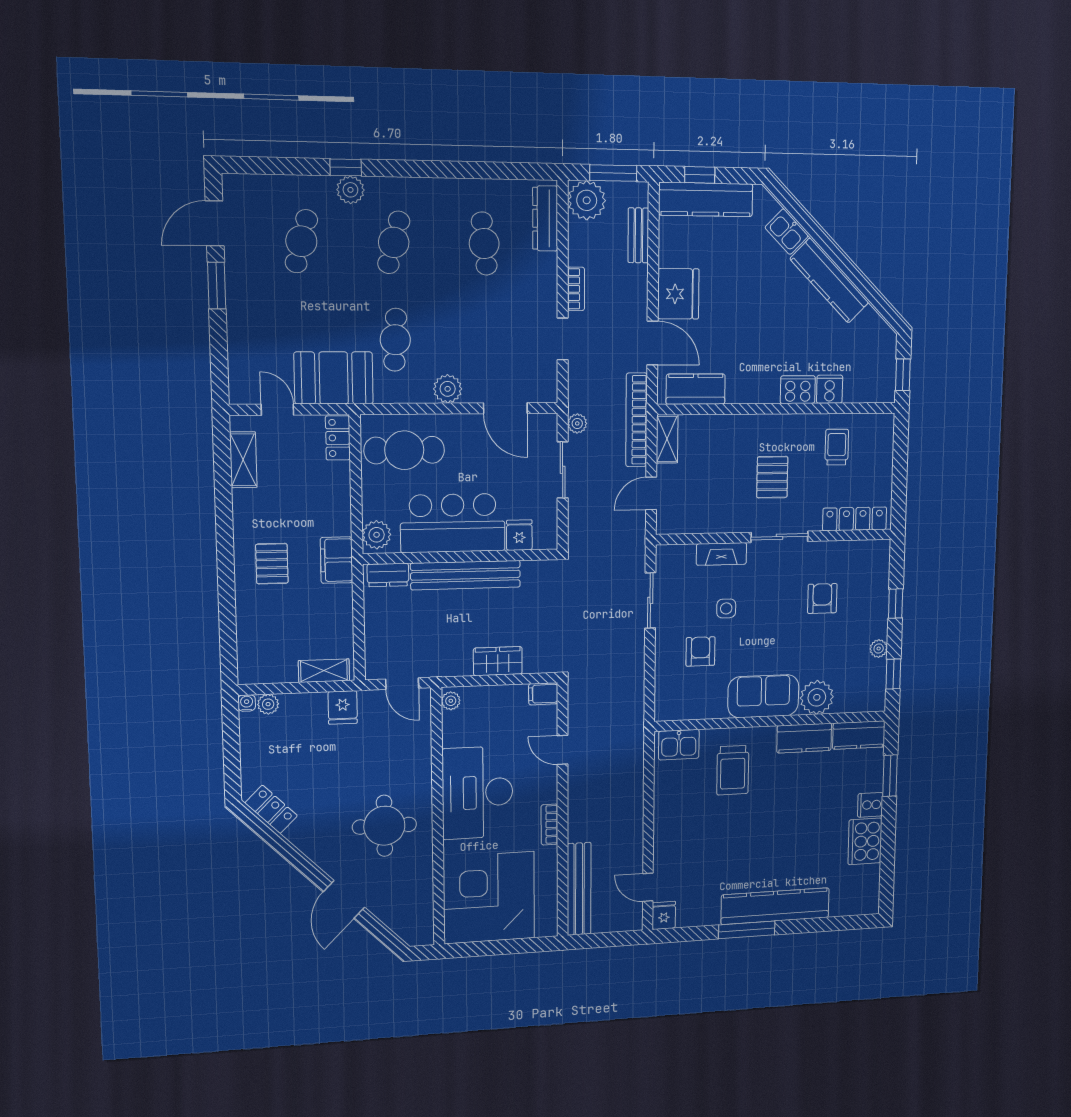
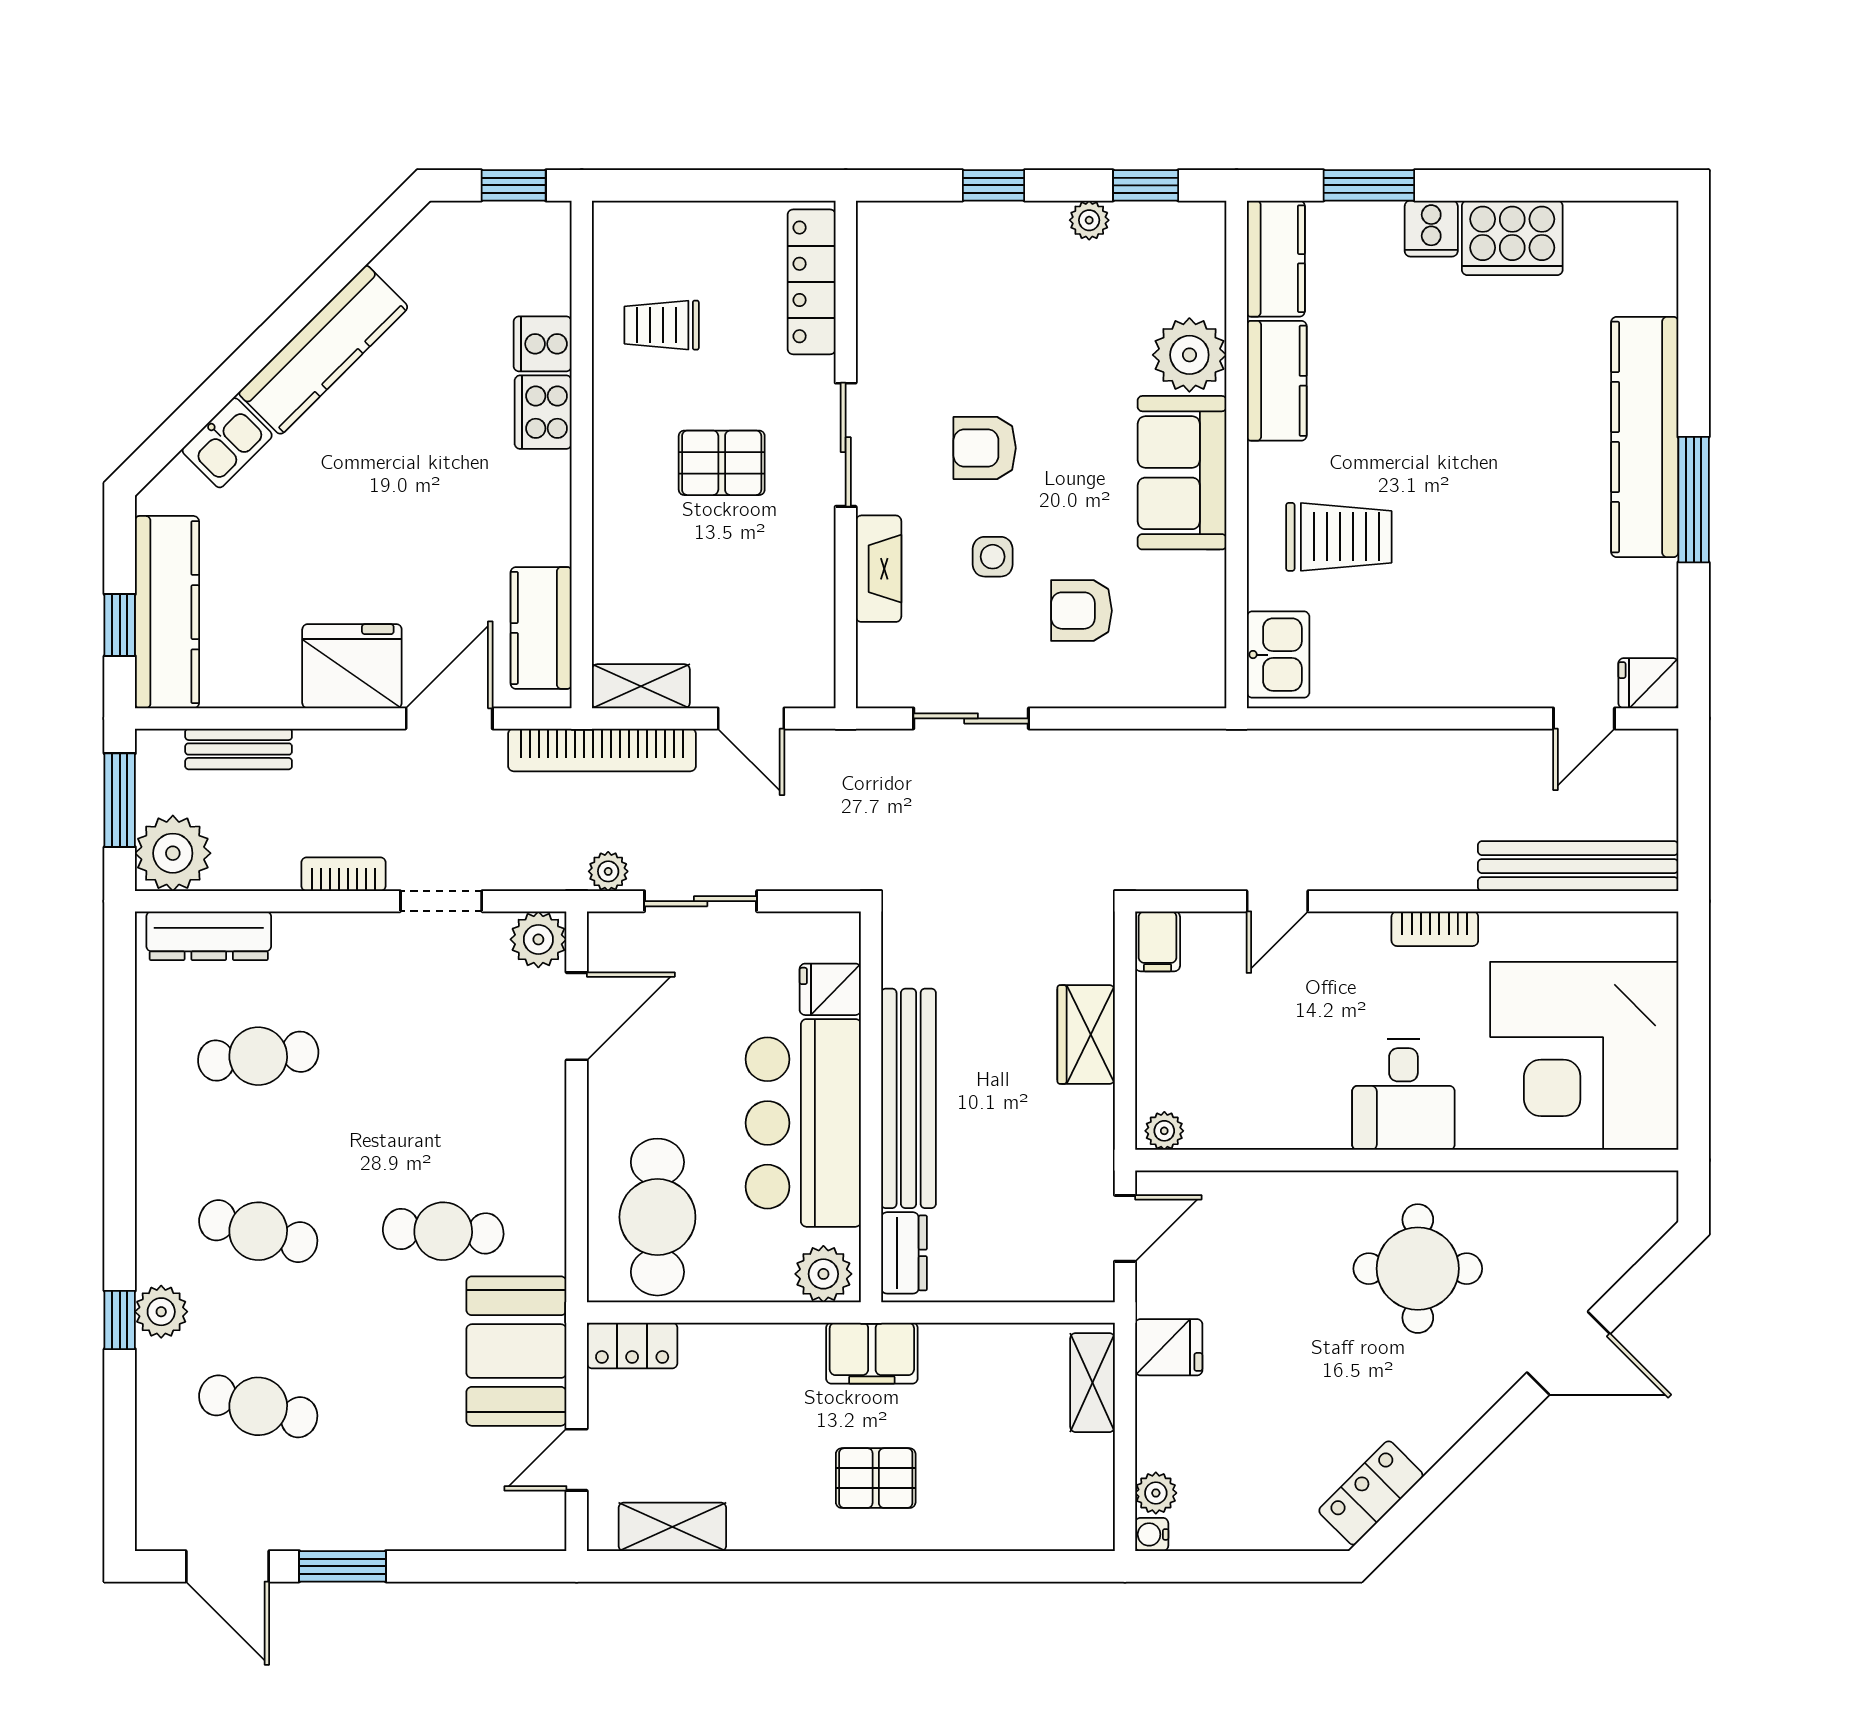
plant: (448, 389) -> (538, 939), moved
armchair: (822, 598) -> (985, 448), moved
desk: (477, 793) -> (1403, 1095), width x0.53, depth x0.77

